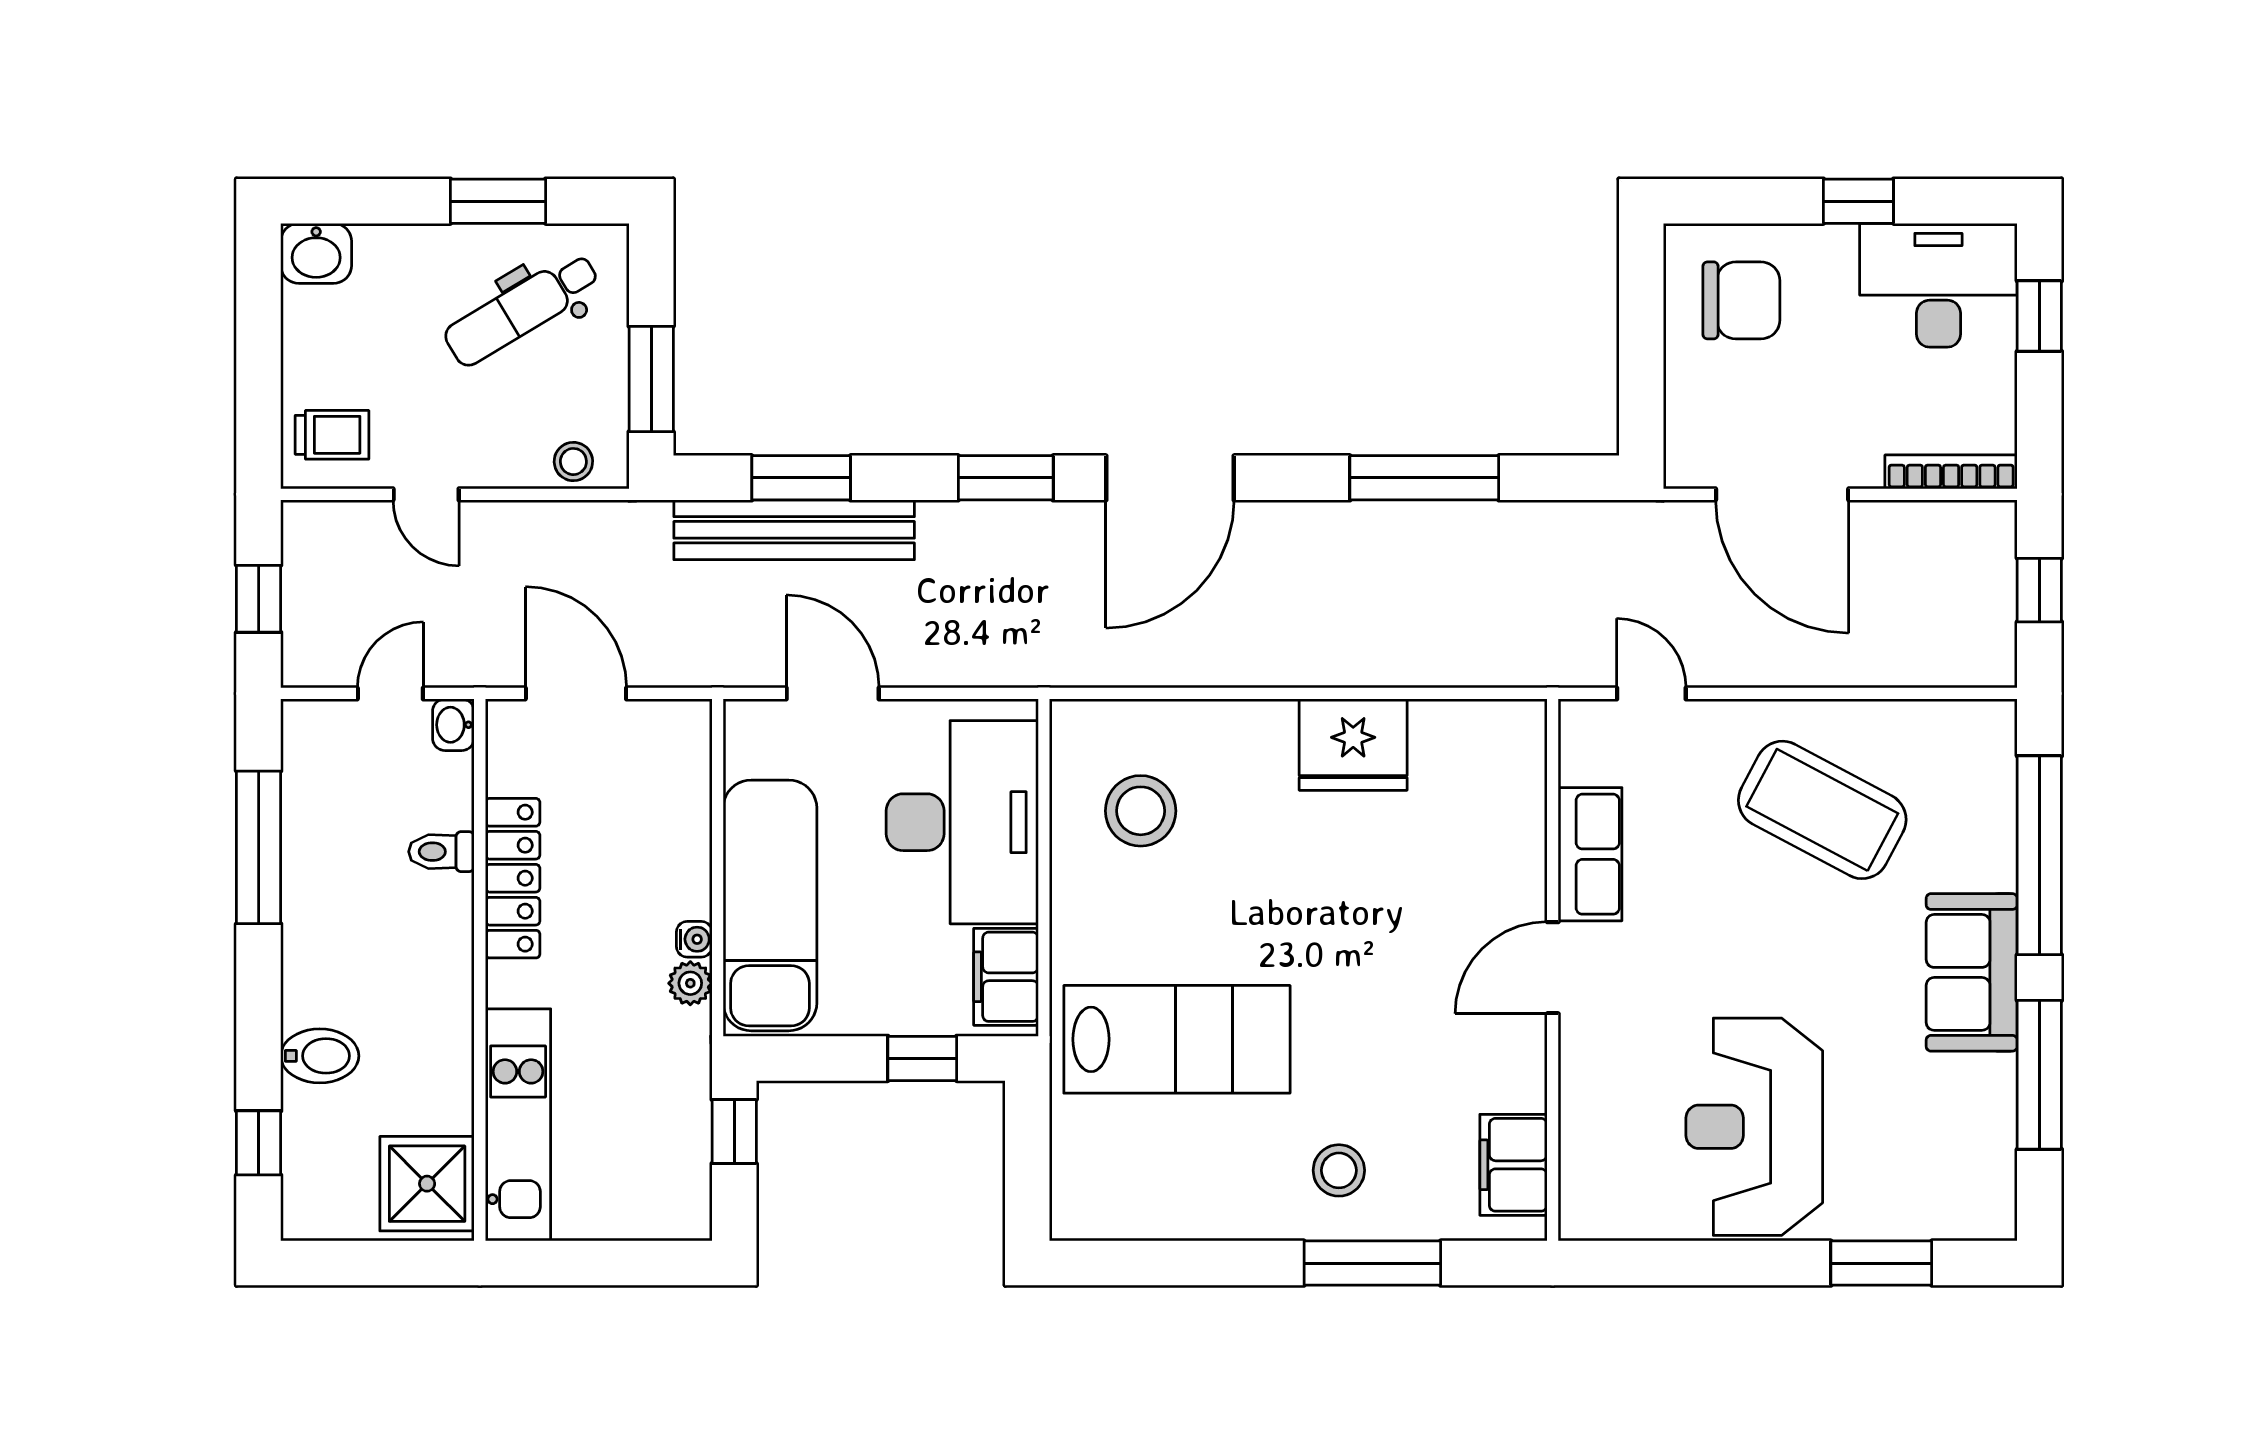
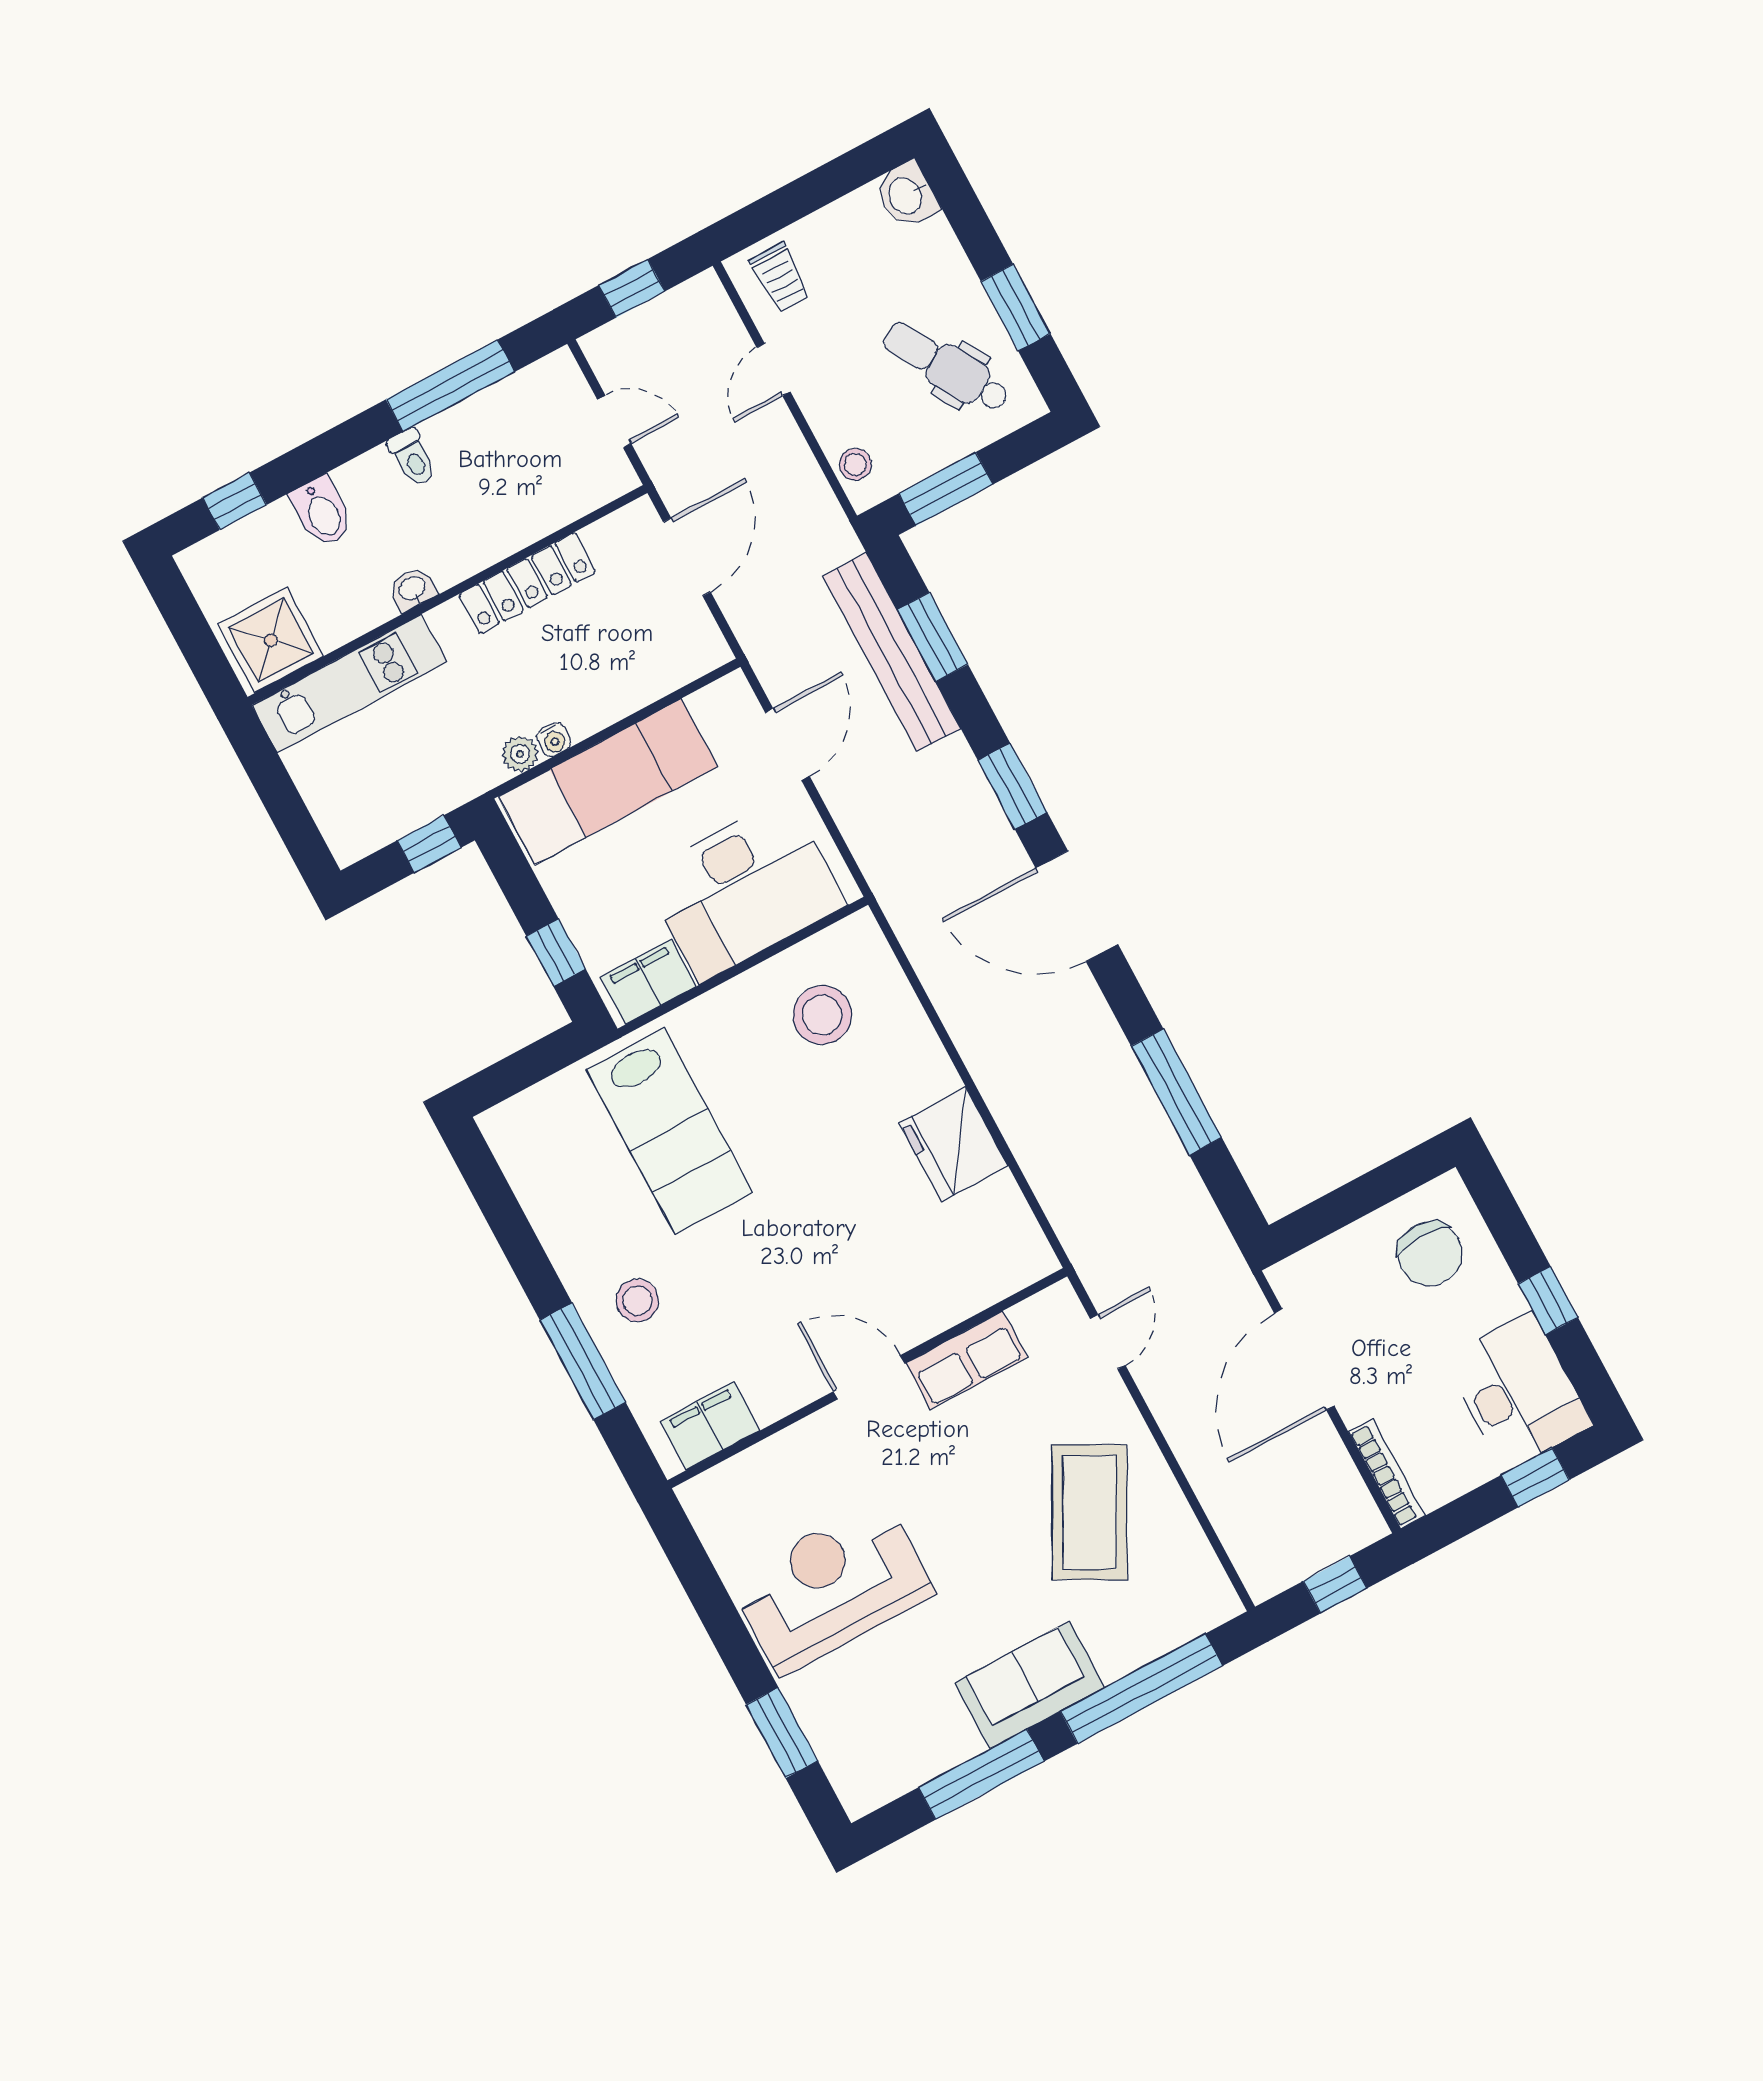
washbasin: (453, 725) -> (413, 589), moved
toilet: (441, 852) -> (412, 458), moved, turned 180

